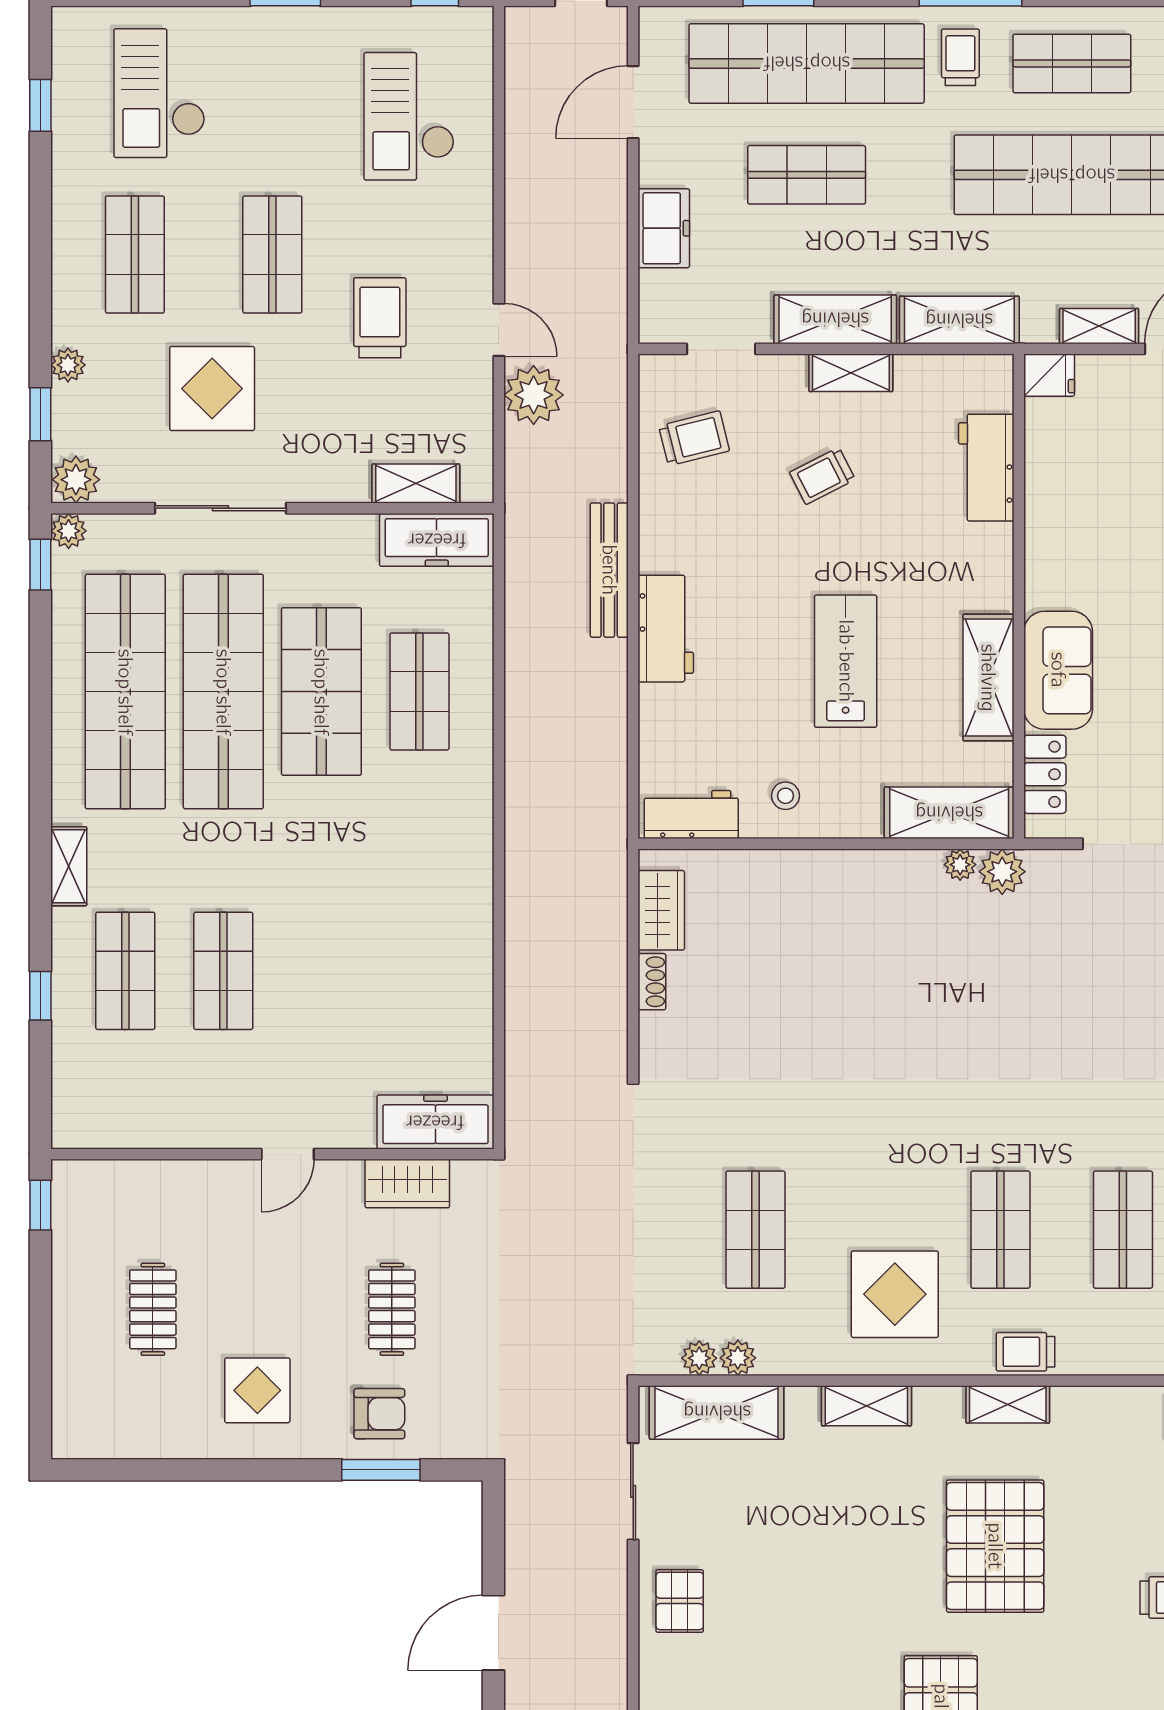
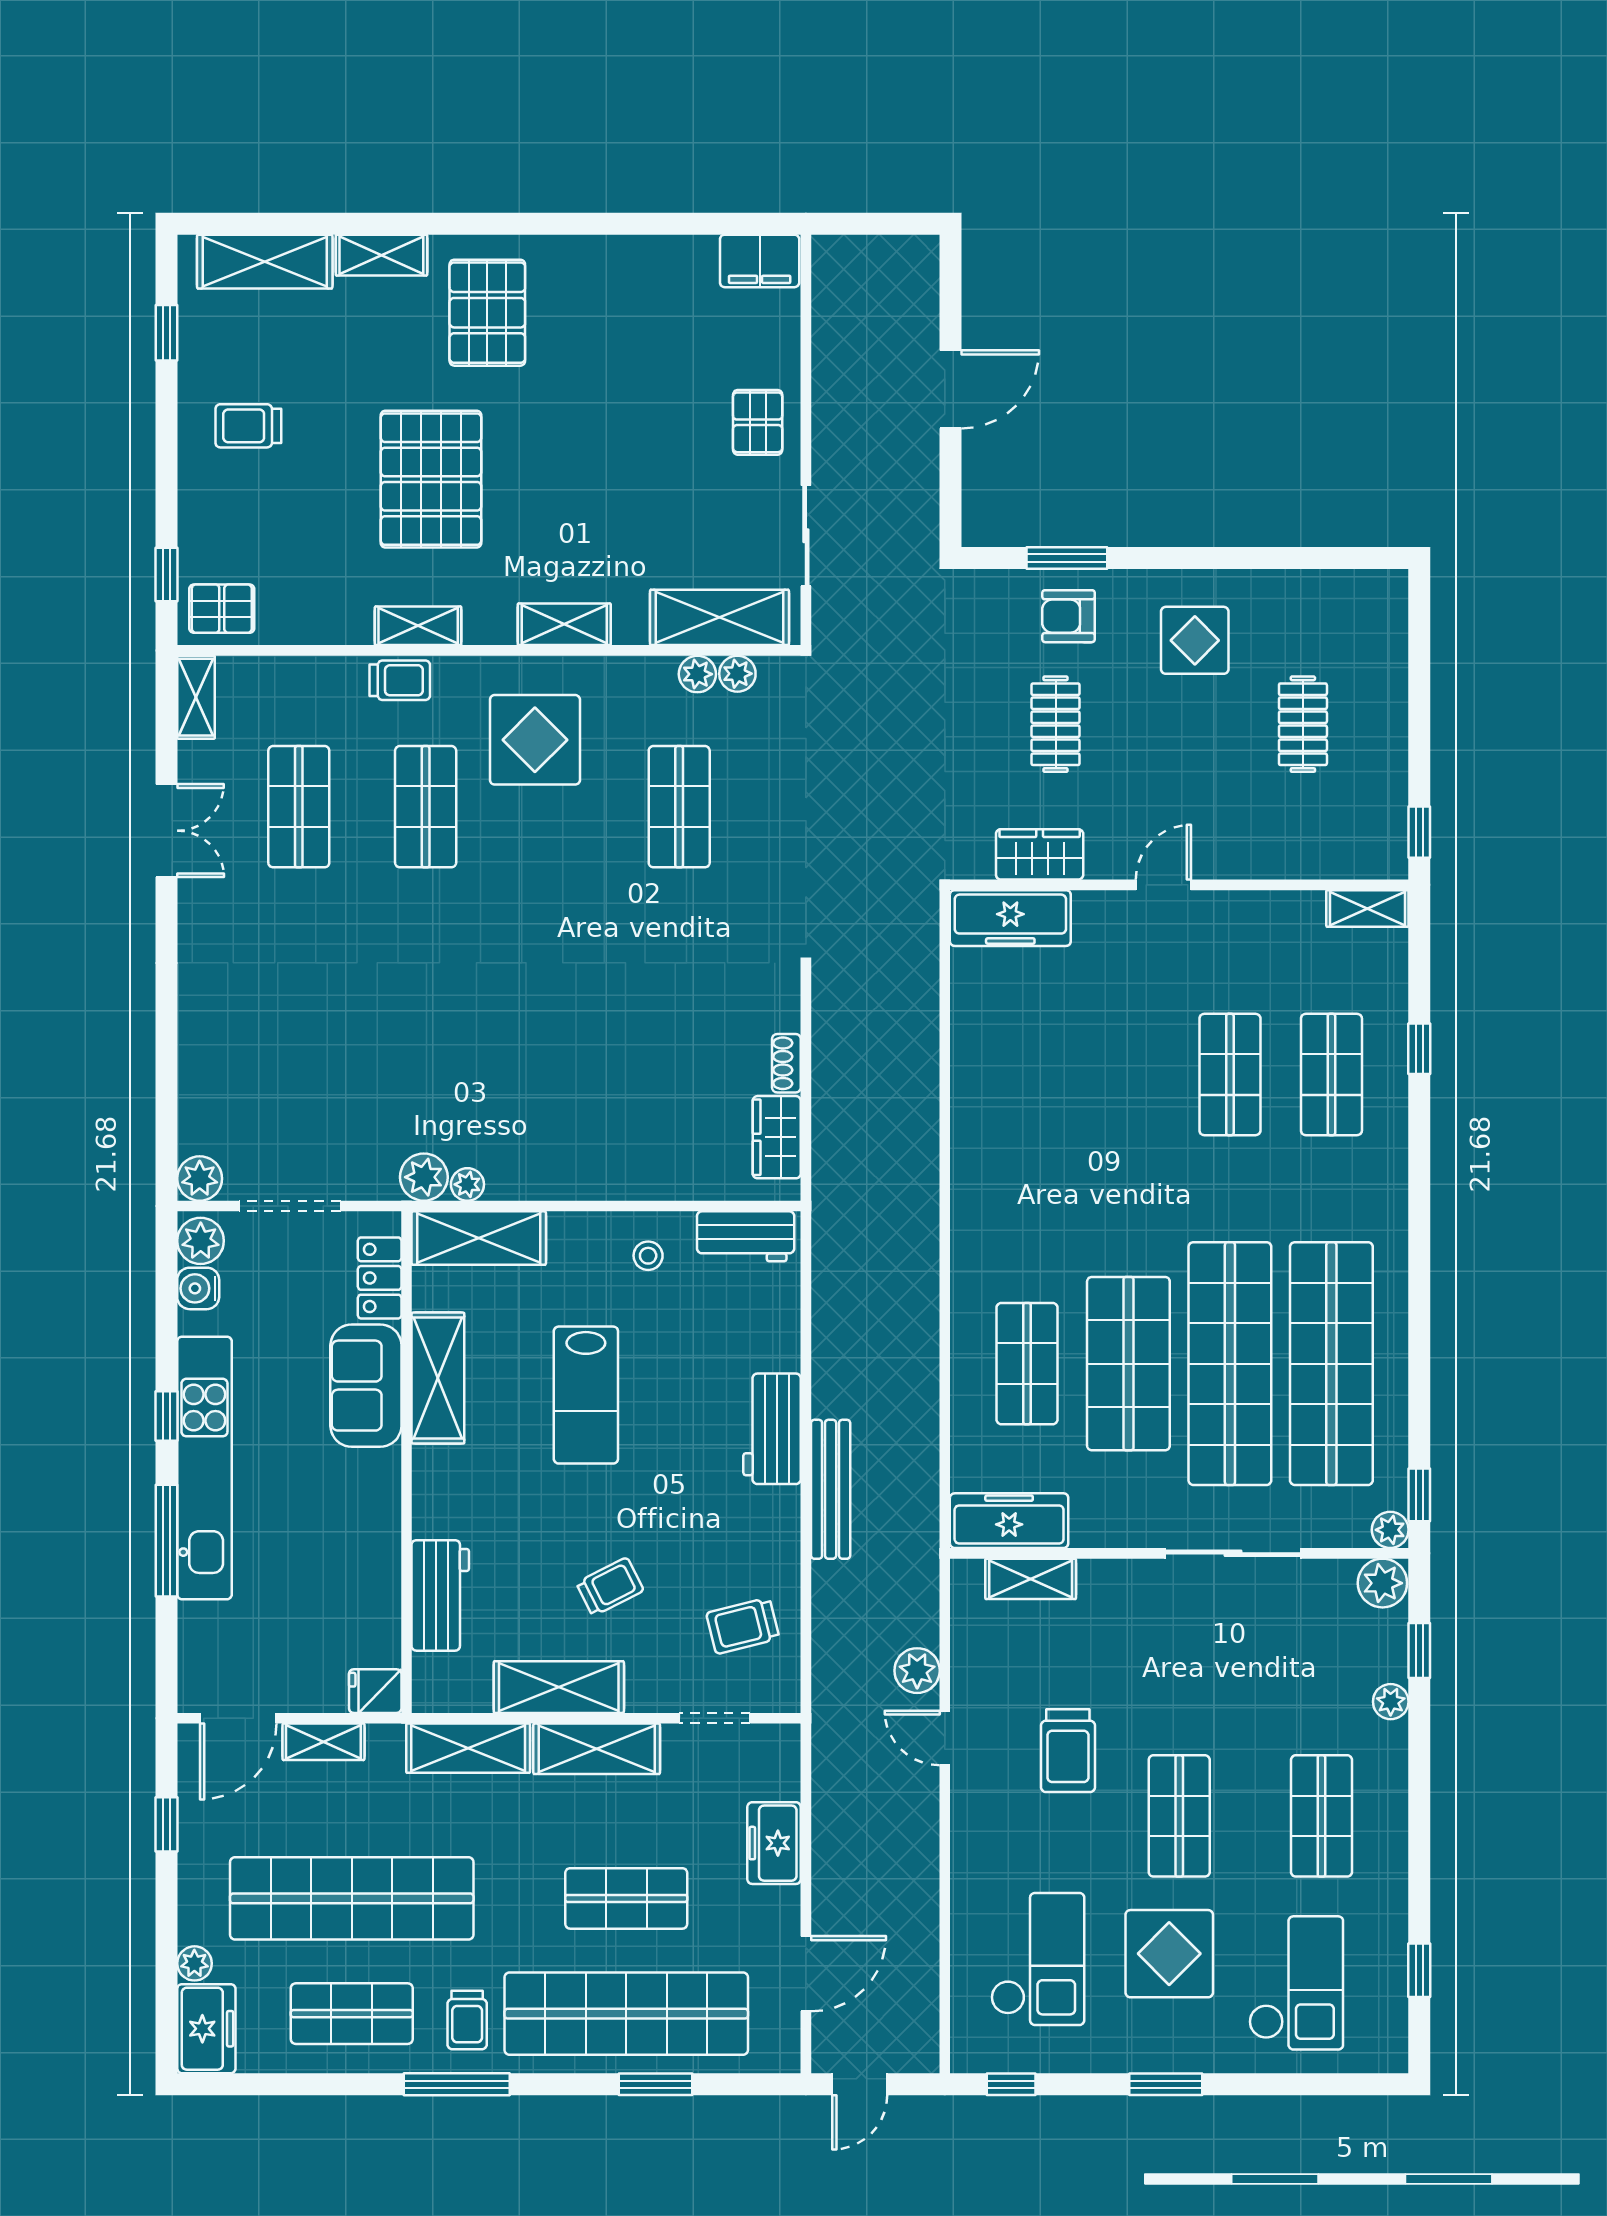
shelving: (851, 373) -> (559, 1687), width x1.50, depth x1.33
display table: (212, 389) -> (1169, 1954), moved
plant: (534, 395) -> (917, 1671), width x0.73, depth x0.73
shelving: (69, 866) -> (1367, 908), moved, turned 90

